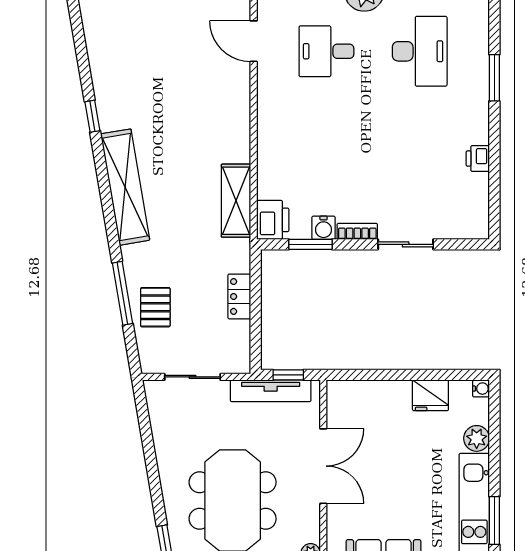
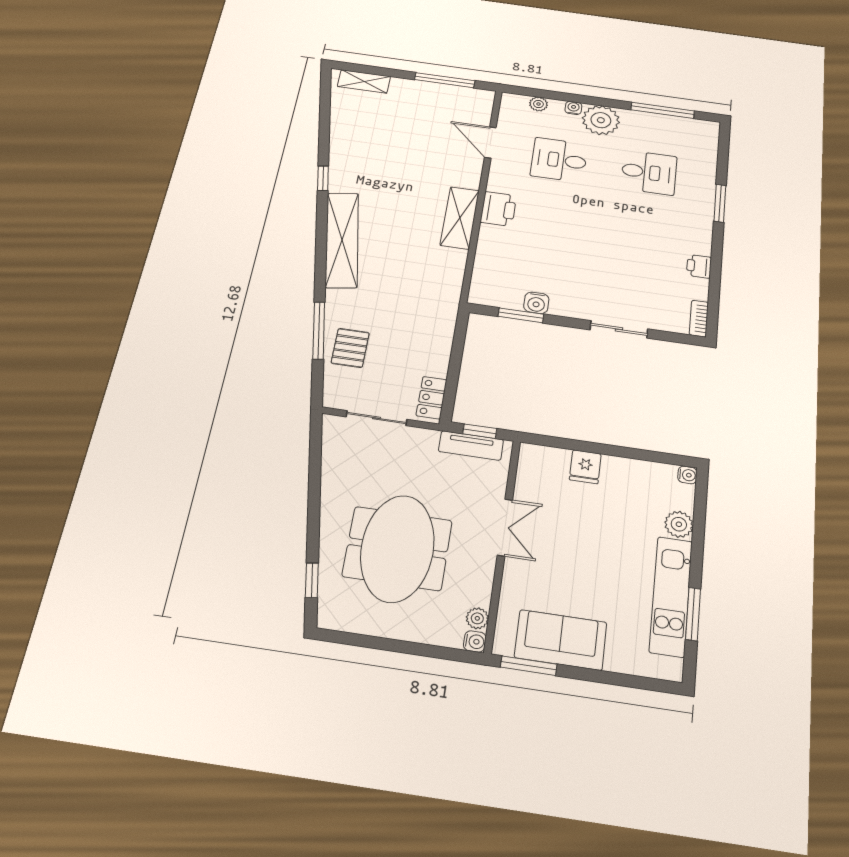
desk: (420, 51) -> (649, 172), width x0.73
shelving: (236, 201) -> (460, 218), moved
printer: (273, 220) -> (498, 209), moved
bookcase: (357, 231) -> (699, 318), moved, turned -90
locker: (239, 296) -> (432, 398), moved
tv unit: (271, 391) -> (471, 446), width x0.71
fridge: (430, 395) -> (585, 467), moved, width x0.72
double door: (323, 466) -> (505, 527), width x0.73

